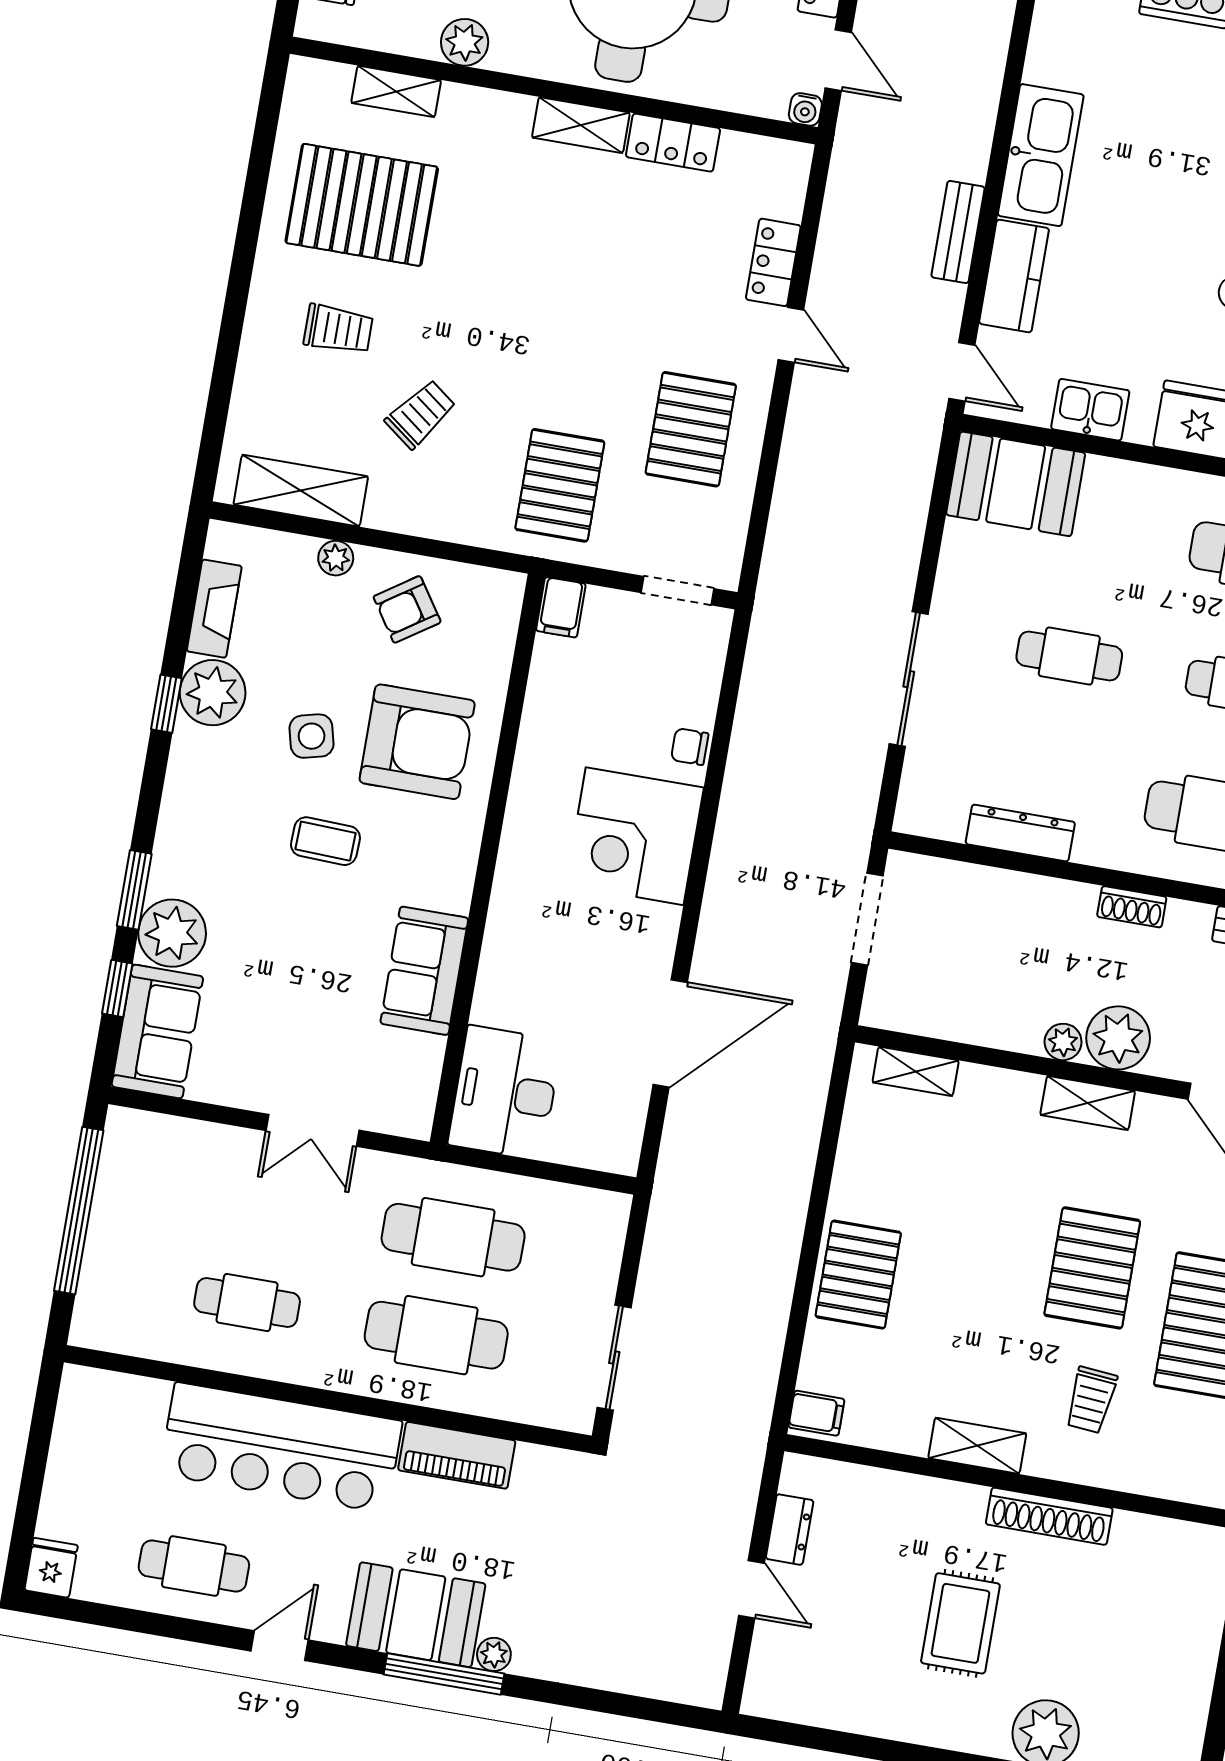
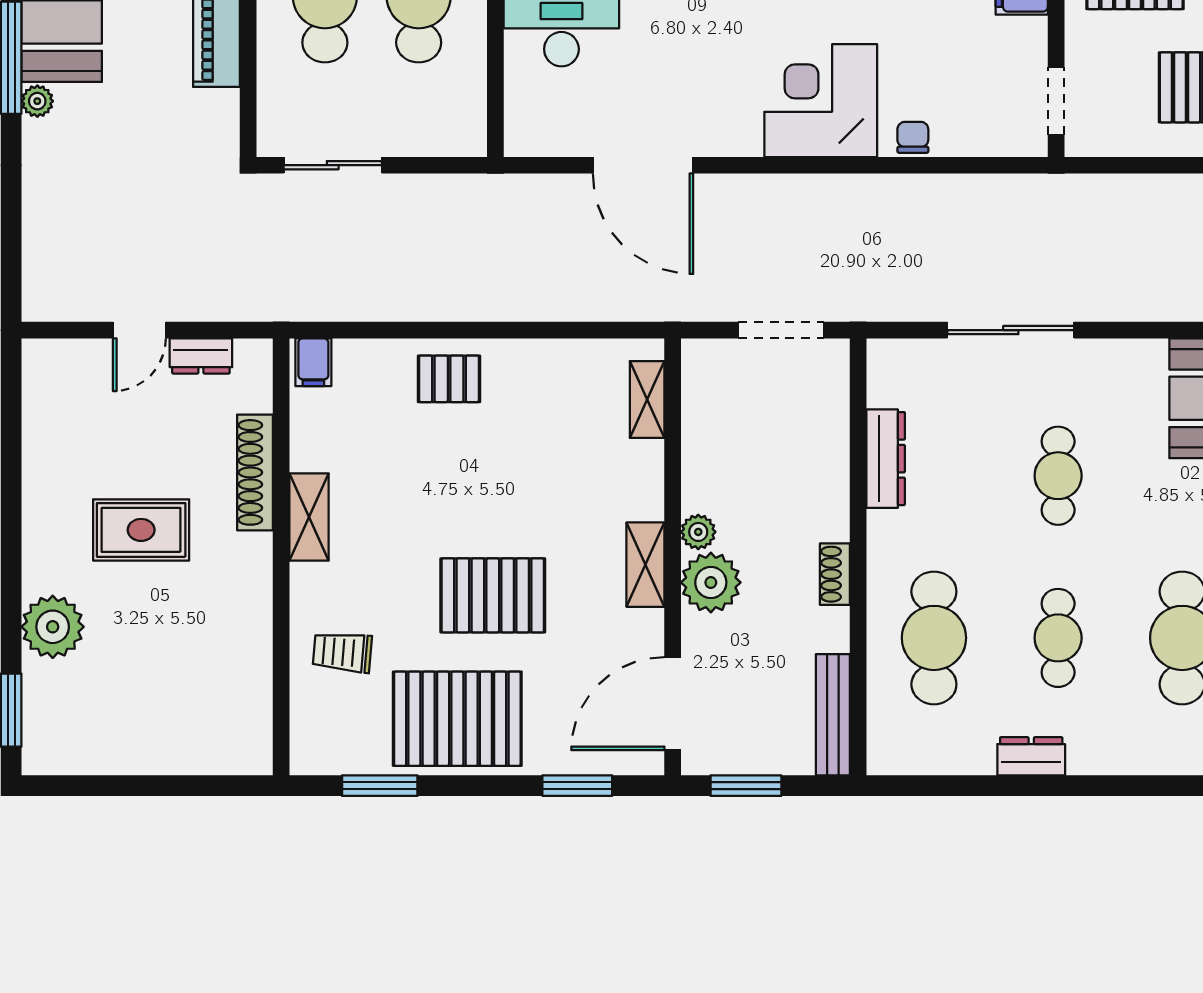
pallet: (858, 1275) -> (449, 379), width x0.67, depth x0.71
trolley: (1091, 1400) -> (342, 652), moved
shoe rack: (1049, 1516) -> (255, 472), moved

